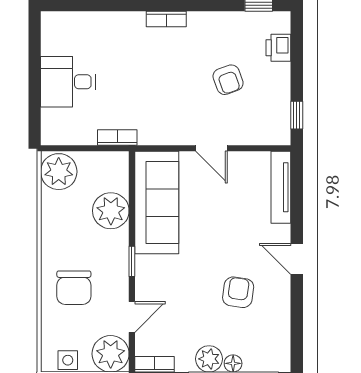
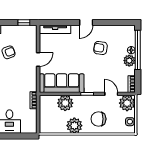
plant: (59, 172) -> (74, 126), moved
chair: (74, 288) -> (98, 119), turned 180

